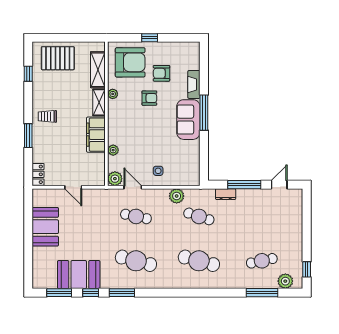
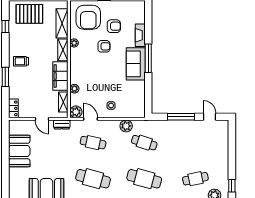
armchair: (130, 62) -> (88, 17), turned 90
armchair: (162, 73) -> (114, 26), turned 180
shelving: (99, 167) -> (63, 102), added
door: (279, 185) -> (210, 117), hinge flipped
dresser: (226, 194) -> (62, 124), moved

